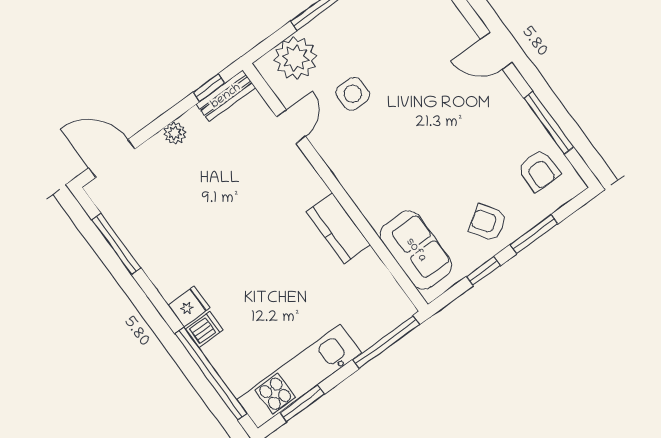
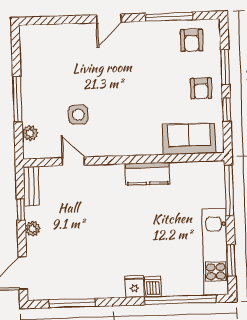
plant: (295, 58) -> (30, 133), width x0.53, depth x0.53
window: (209, 88) -> (21, 210), moved
armchair: (539, 171) -> (192, 40), turned 90
armchair: (488, 222) -> (201, 88), turned -56

